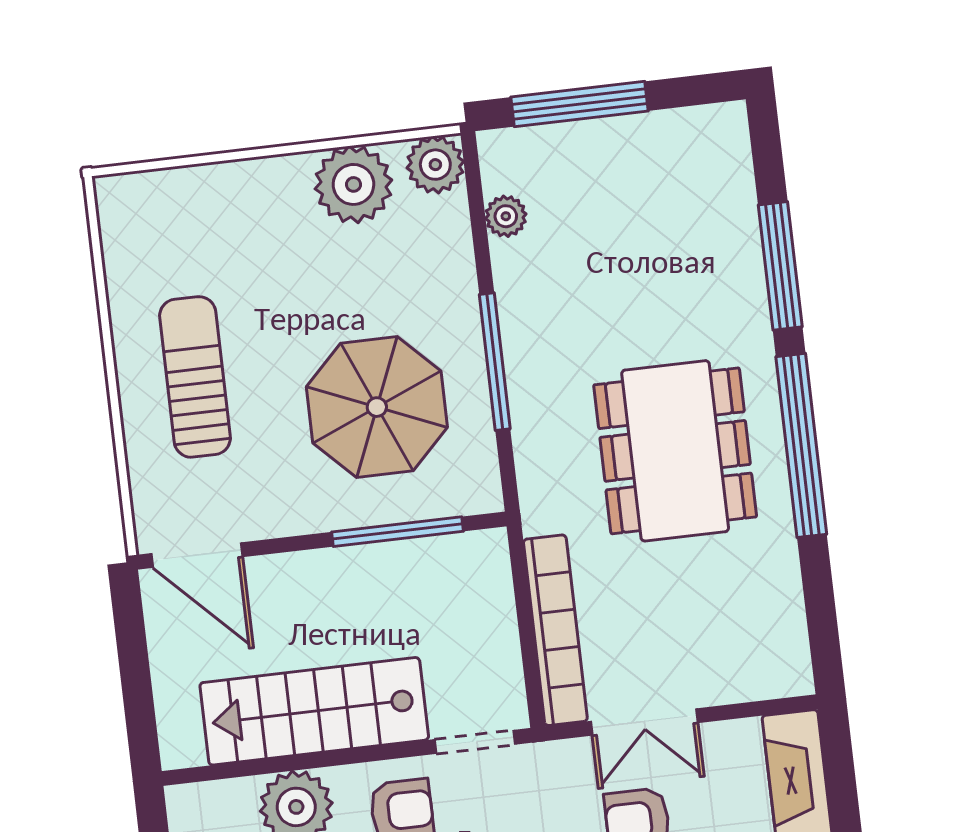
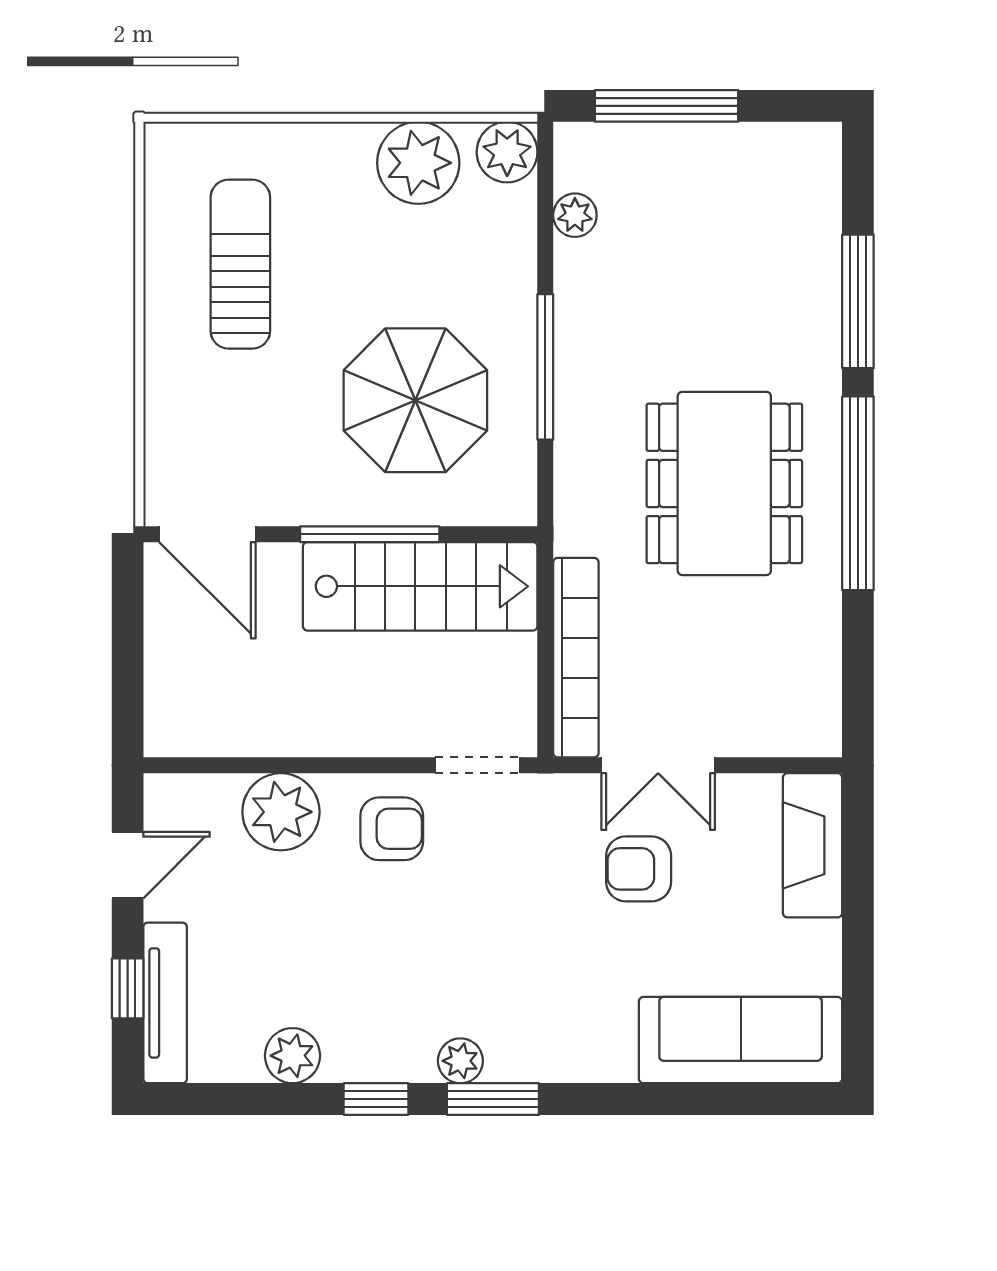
sun lounger: (195, 377) -> (240, 264), moved
window: (397, 532) -> (370, 534), moved
stairs: (314, 711) -> (420, 586), moved, turned 180

